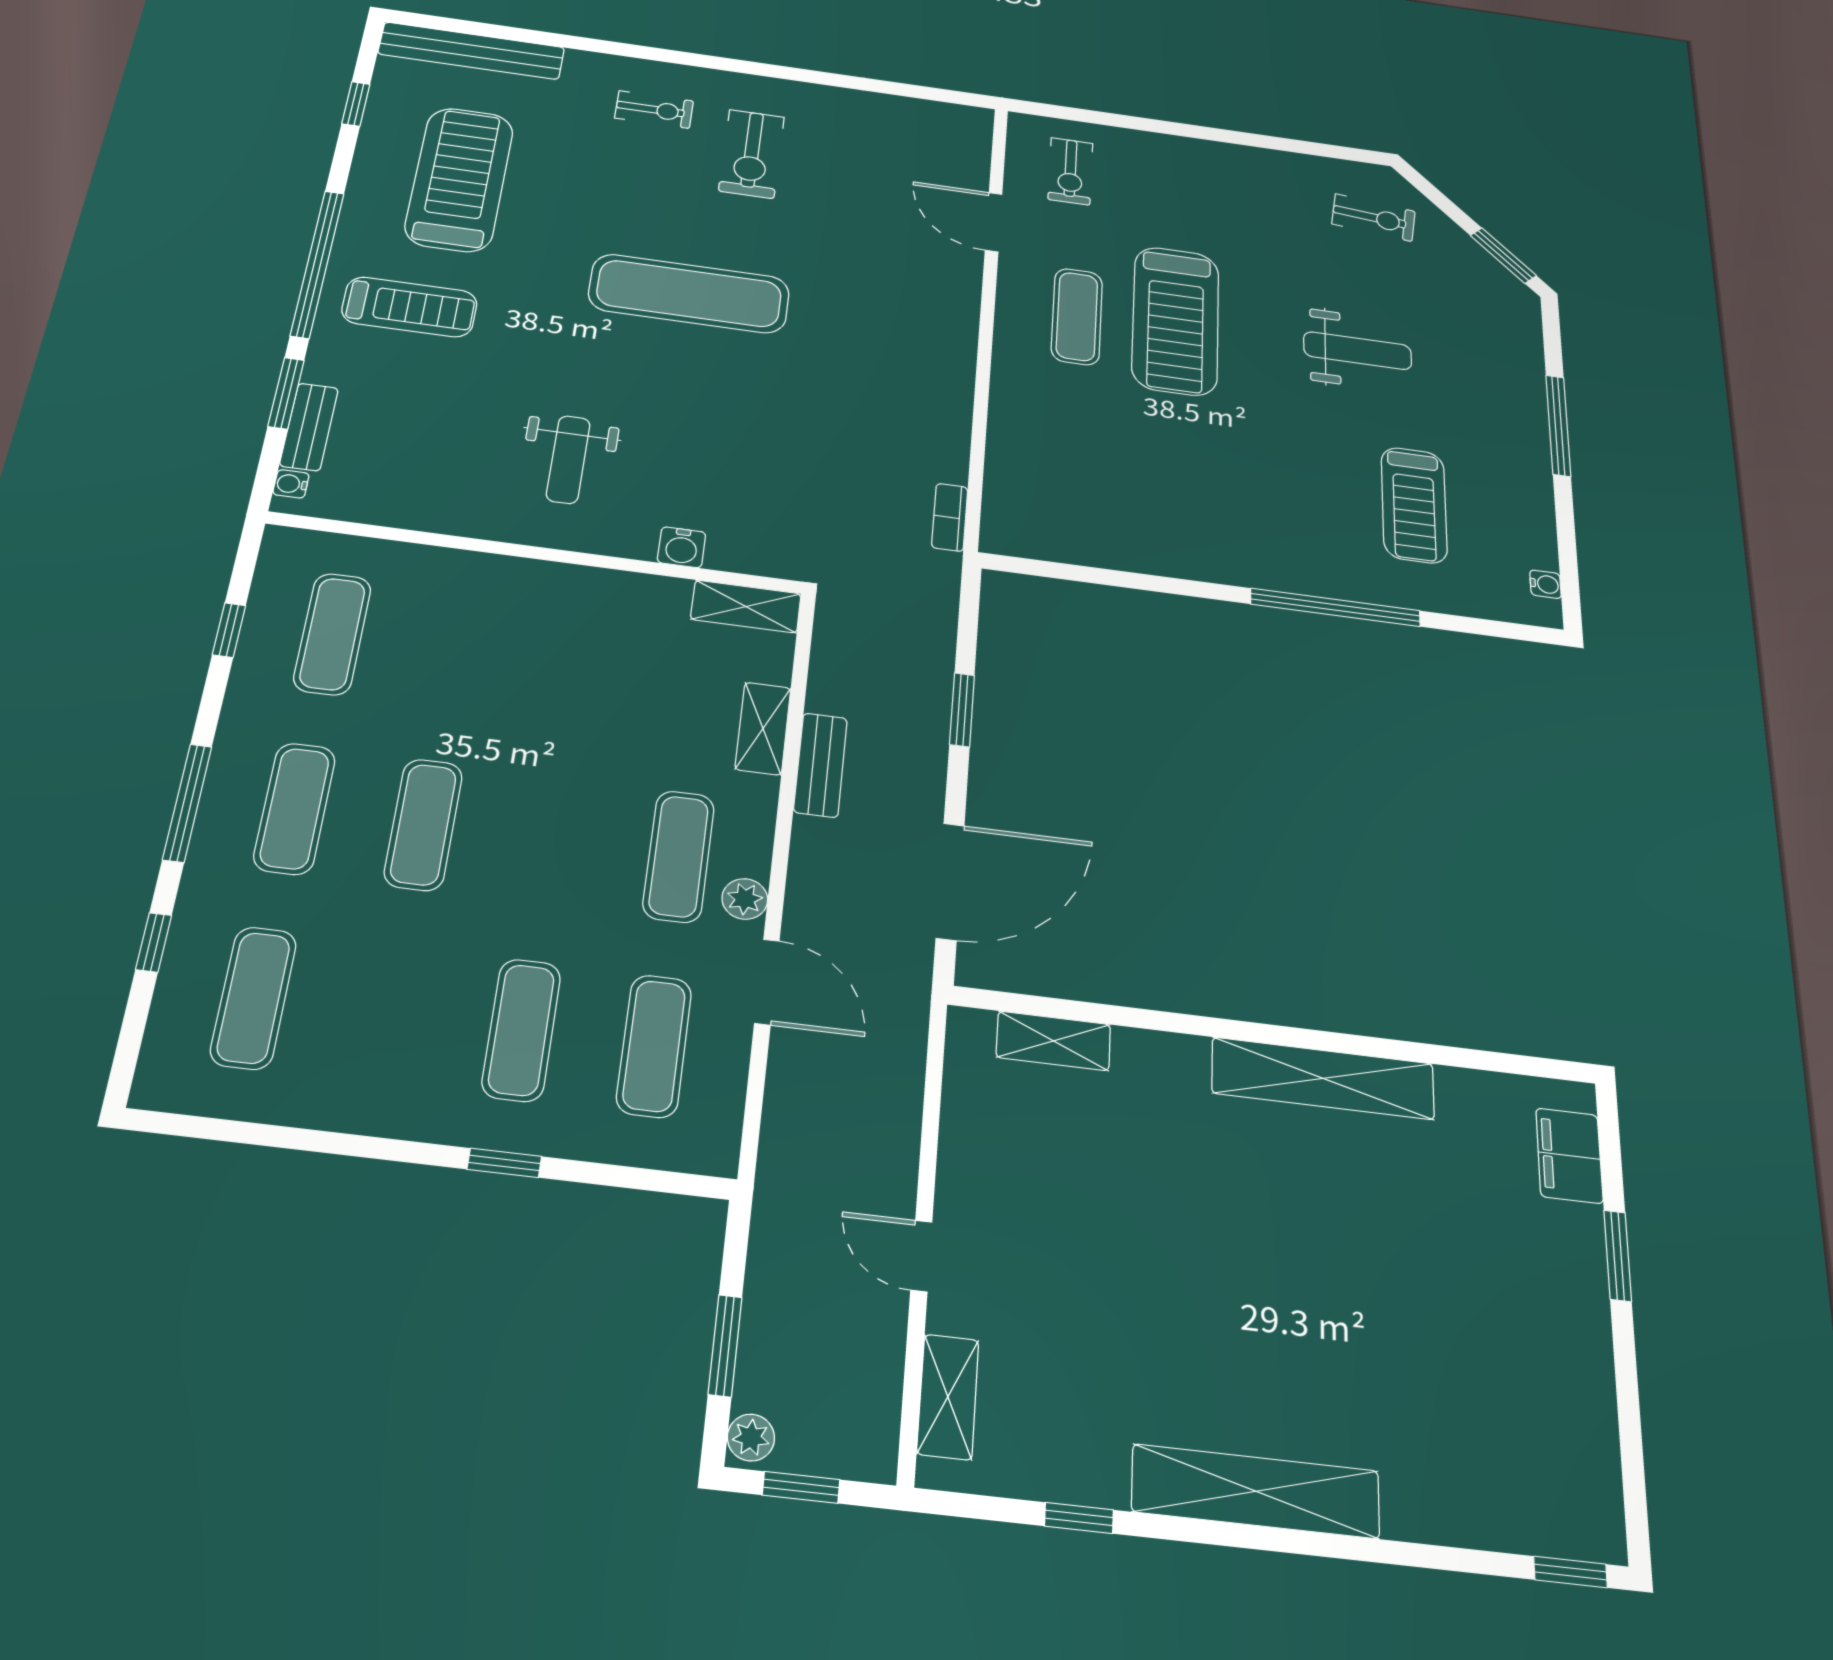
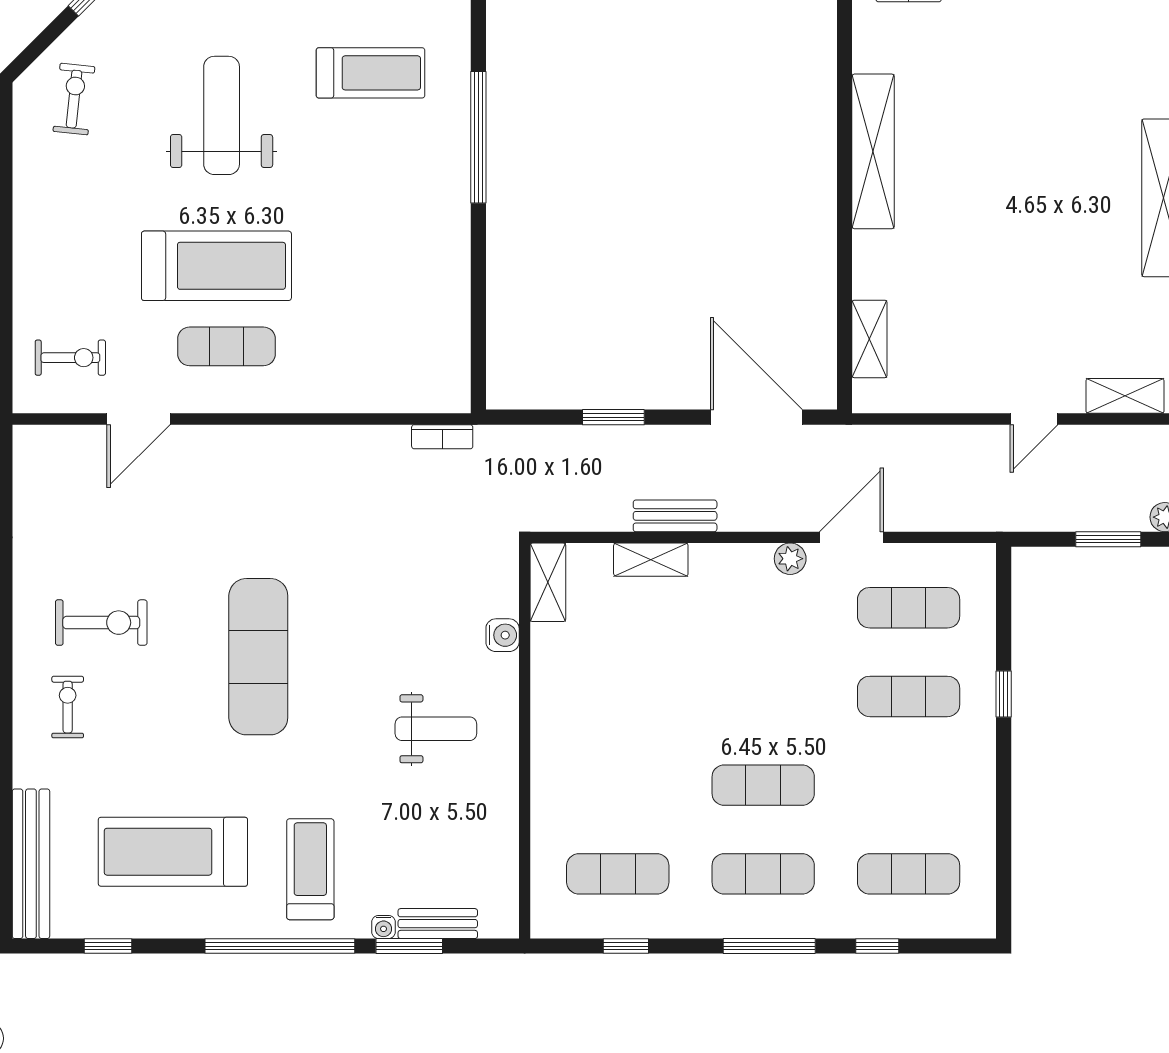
weight bench: (1358, 351) -> (222, 115), width x1.36, depth x1.33
water cooler: (291, 484) -> (384, 927), moved
exercise mat: (679, 856) -> (763, 608), removed

